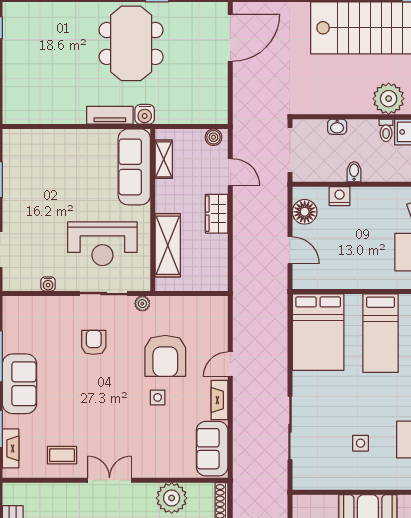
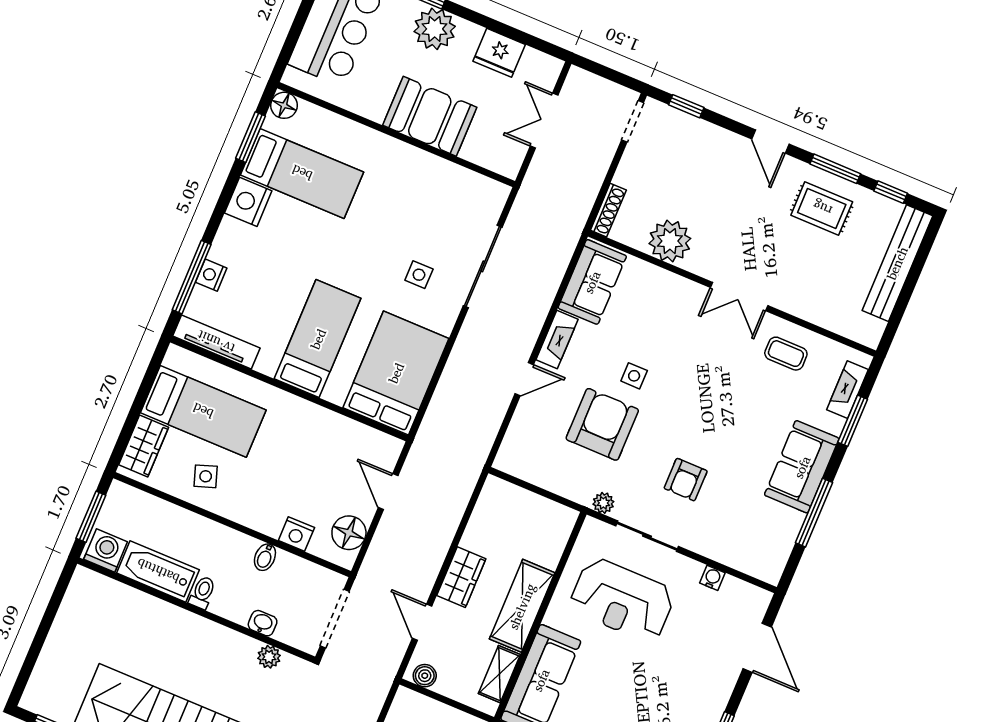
plant: (389, 99) -> (269, 657), moved, width x0.53, depth x0.53
reception desk: (102, 244) -> (622, 600), turned 180
shelving: (168, 245) -> (522, 606), moved
side table: (361, 443) -> (419, 275), moved

